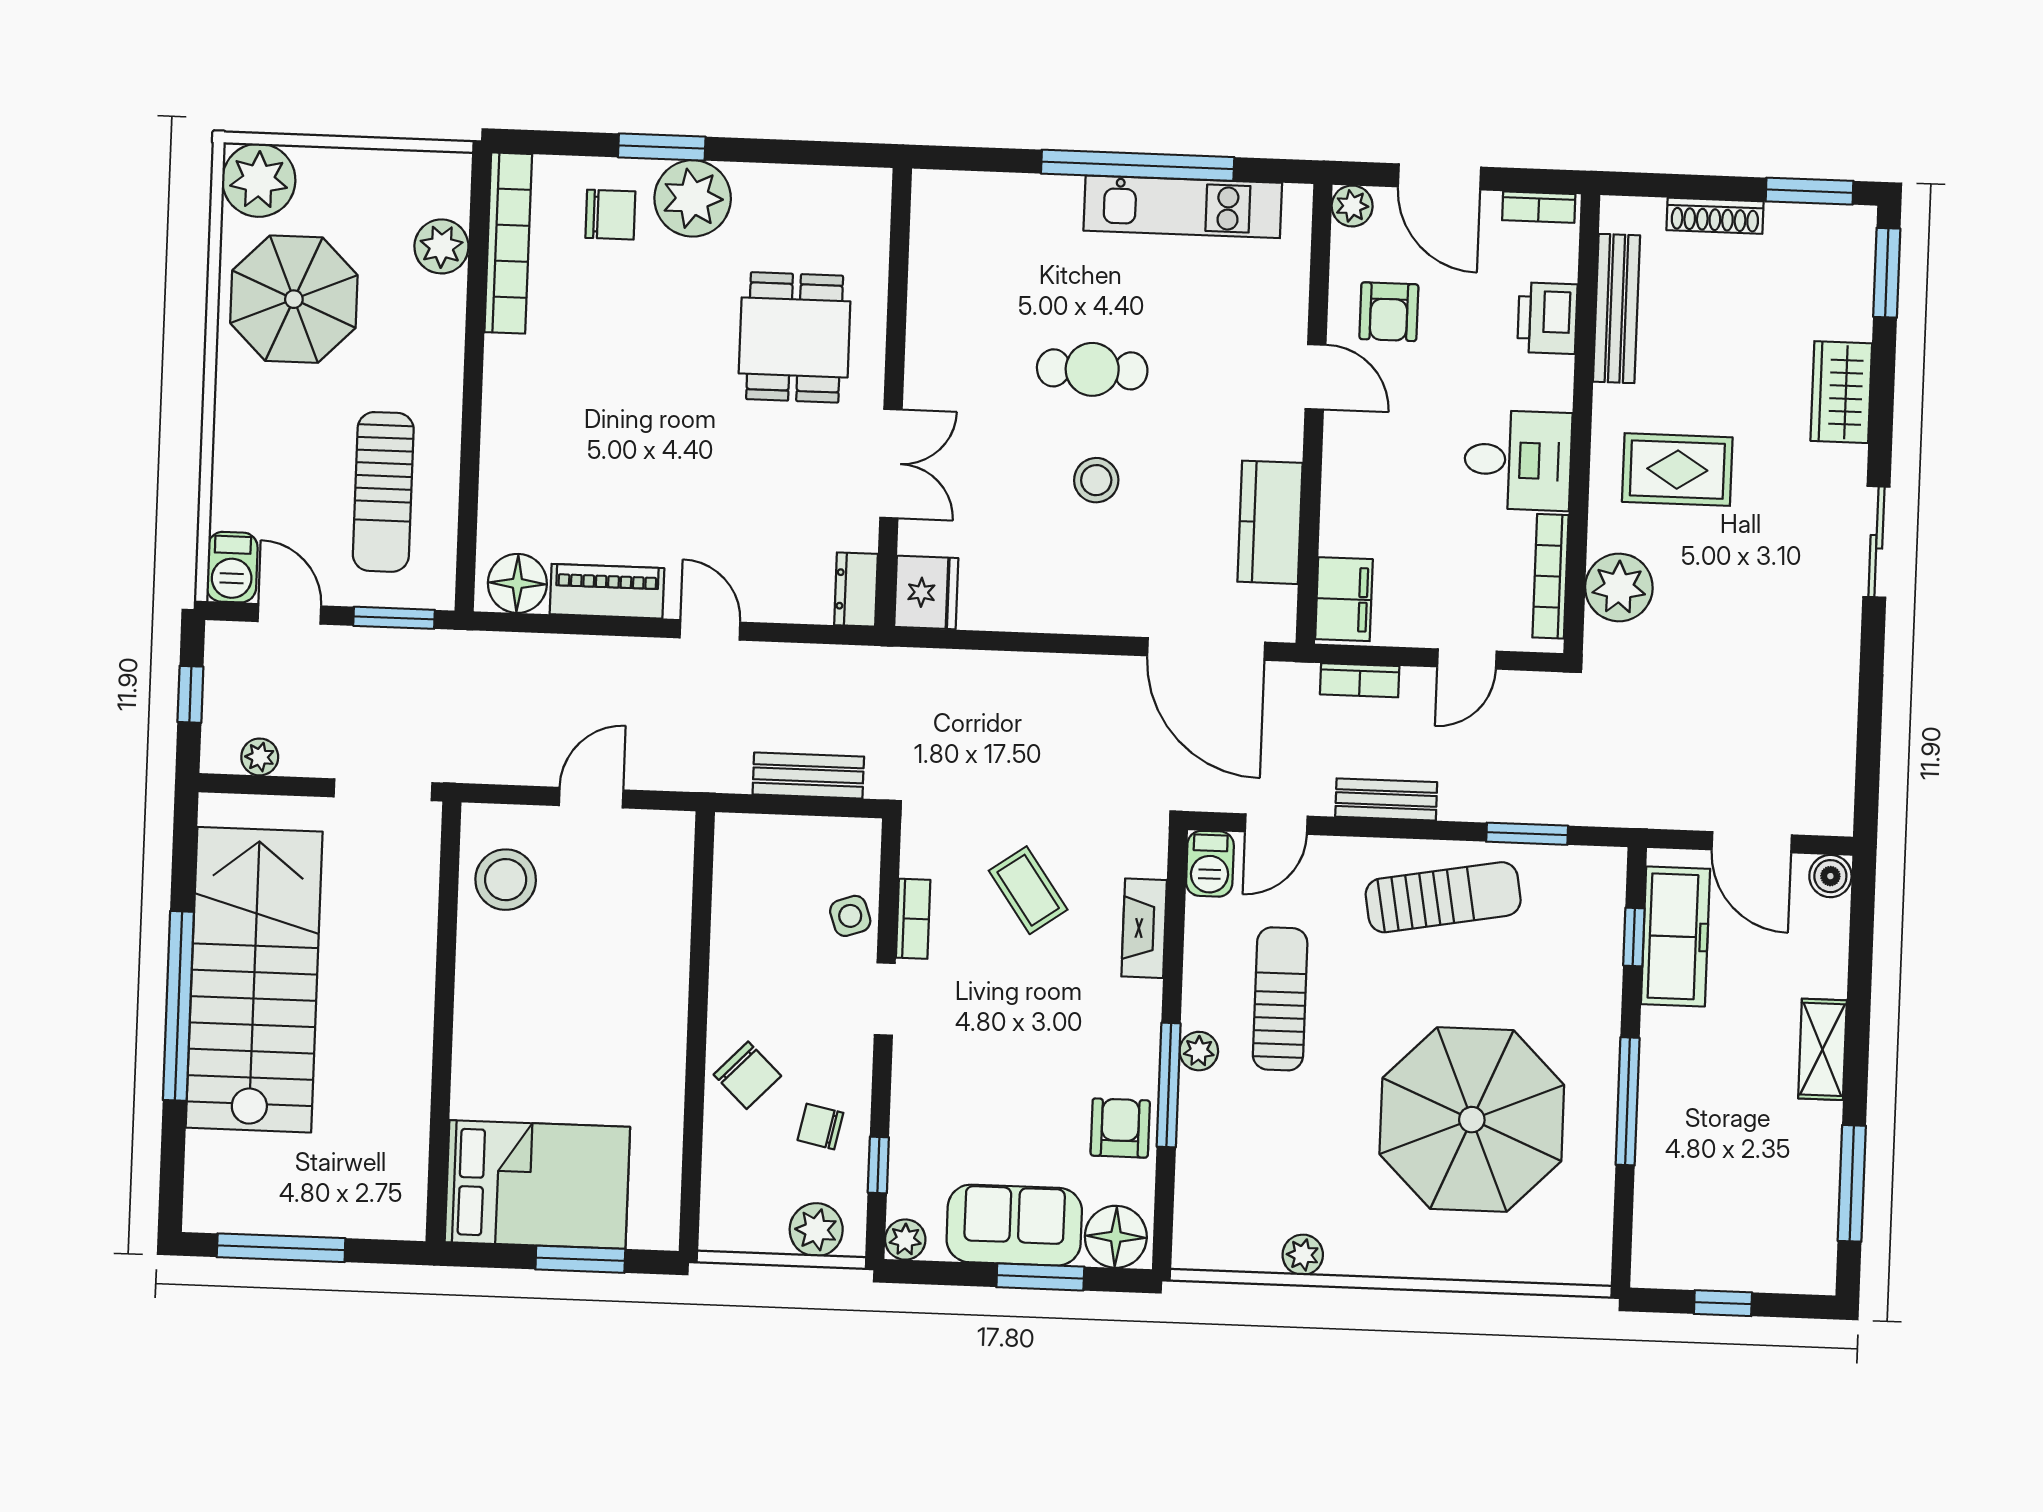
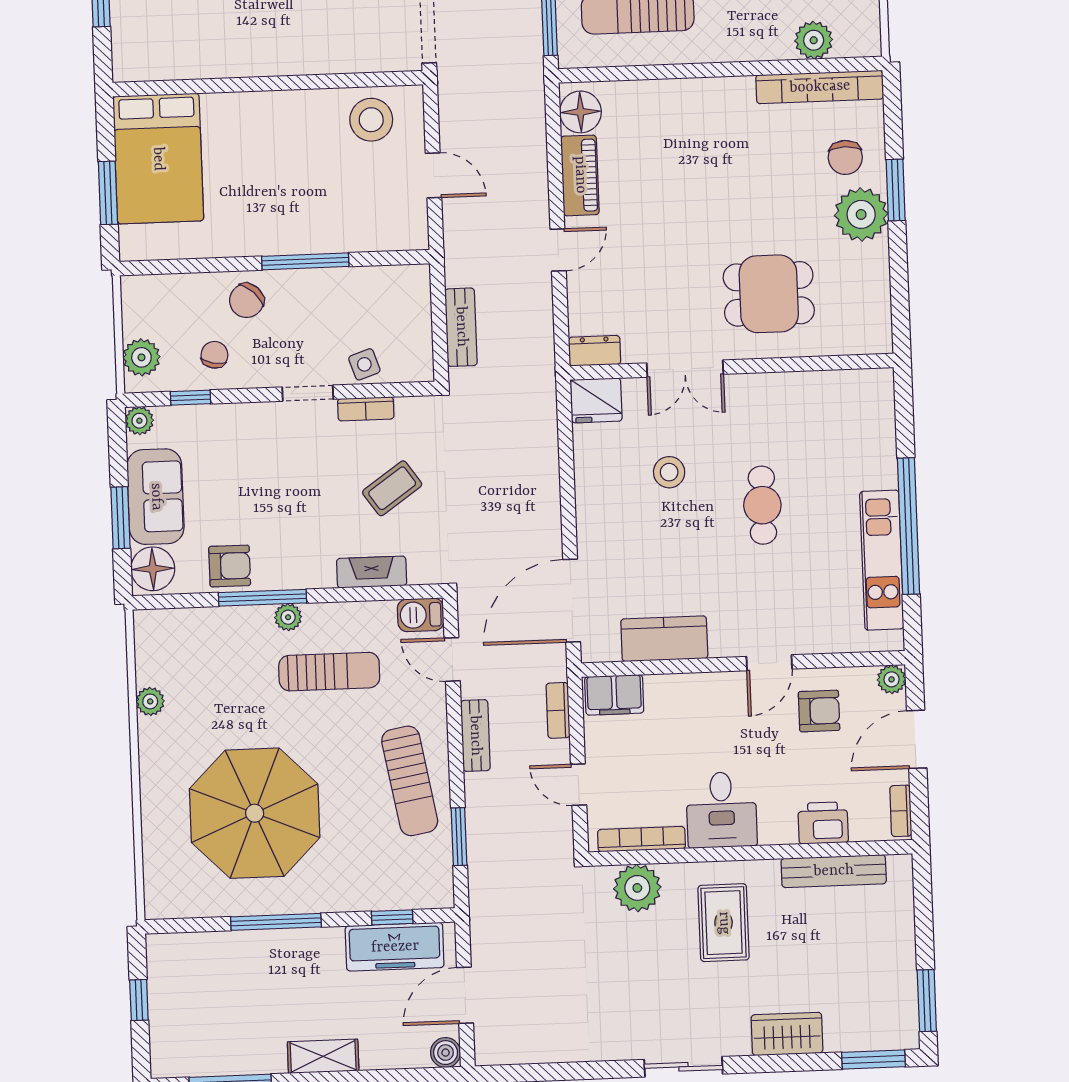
shoe rack: (1715, 216) -> (904, 935), removed
armchair: (1389, 312) -> (819, 711), turned 180
stool: (1096, 480) -> (669, 472), moved
window: (698, 988) -> (305, 261), added

